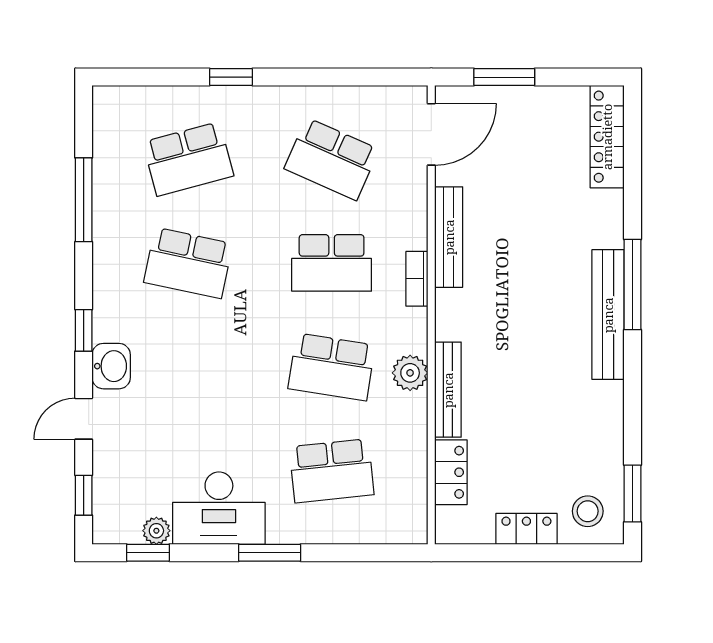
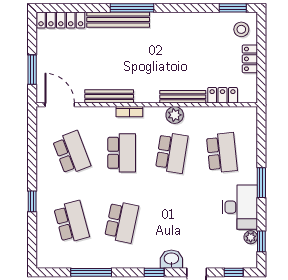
school desk: (332, 159) -> (72, 153), turned -45
bench: (608, 315) -> (118, 20), moved

